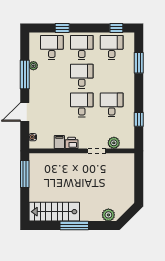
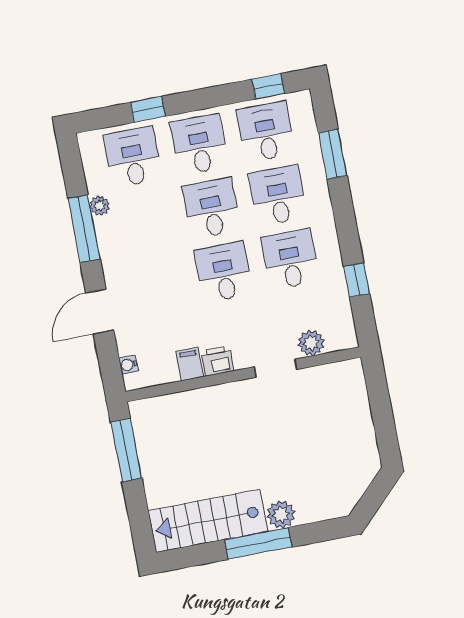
desk: (112, 76) -> (278, 196), added
plant: (108, 215) -> (281, 514), moved

